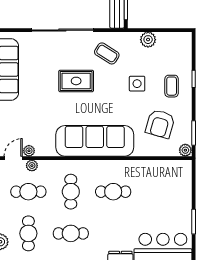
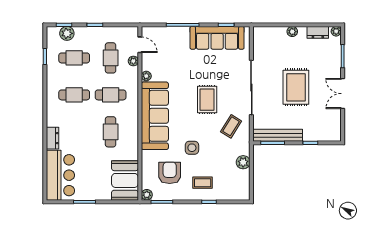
side table: (137, 84) -> (192, 148), moved
armchair: (160, 124) -> (170, 173), turned 74
plant: (29, 151) -> (146, 76), moved
booth: (169, 175) -> (125, 180), added
cafe table: (71, 233) -> (74, 95), turned 90

